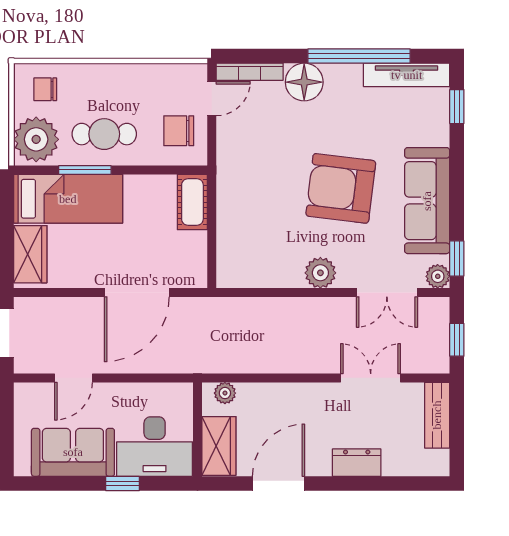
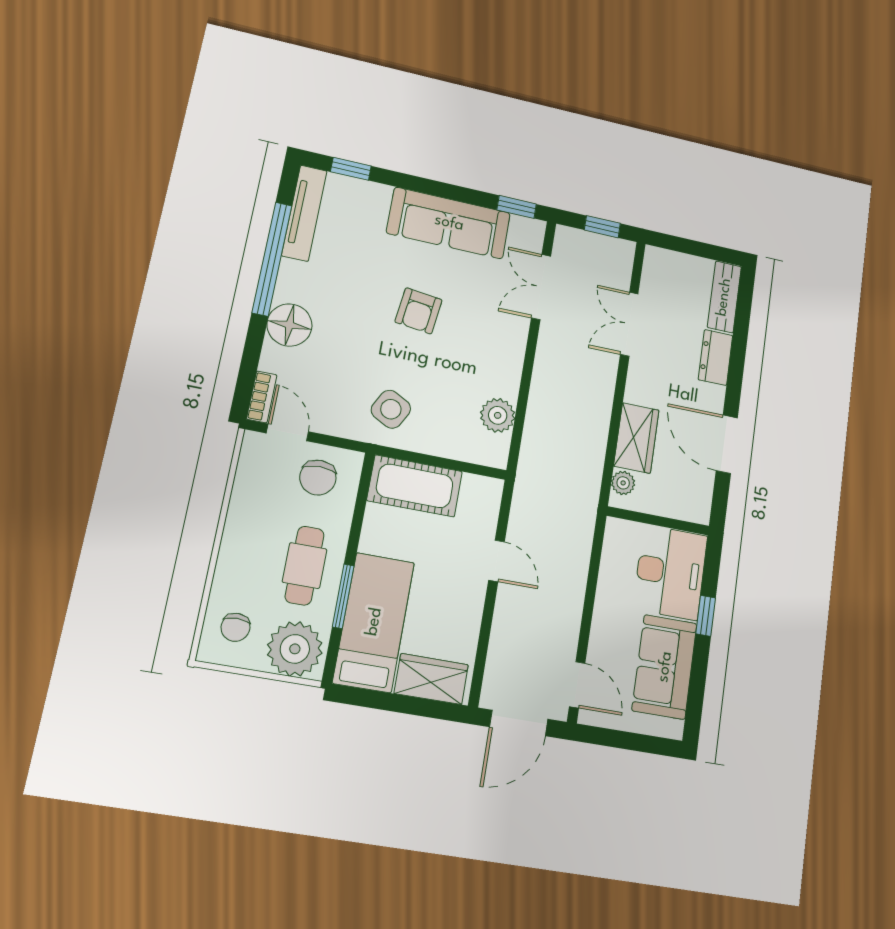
bookcase: (250, 72) -> (262, 397), width x0.64
side table: (249, 180) -> (391, 409), added
armchair: (341, 188) -> (419, 311), width x0.53, depth x0.53
cot: (192, 202) -> (415, 486), width x1.37, depth x1.34
plant: (320, 273) -> (498, 415), moved
plant: (438, 276) -> (532, 231), removed
door: (137, 293) -> (497, 561), width x0.53
double door: (387, 293) -> (541, 287), swing flipped
door: (73, 378) -> (577, 685), moved
bench: (437, 415) -> (724, 297), moved, turned 90
wardrobe: (219, 446) -> (636, 438), moved, turned 90

